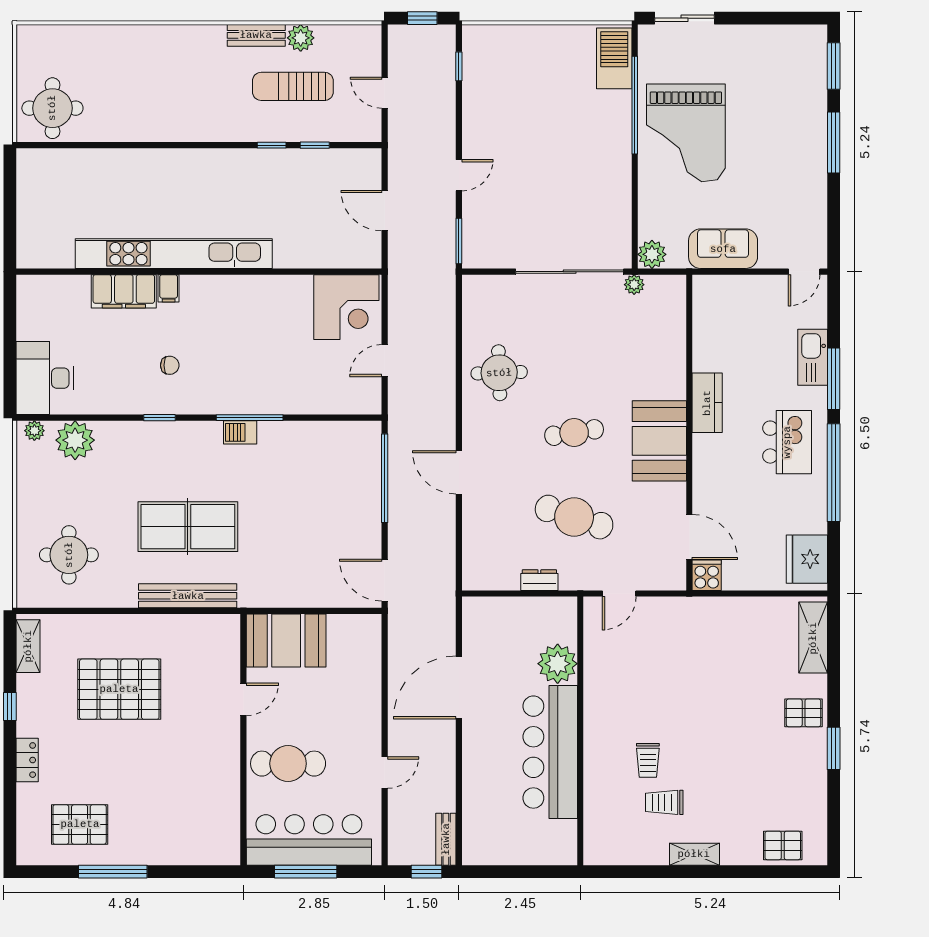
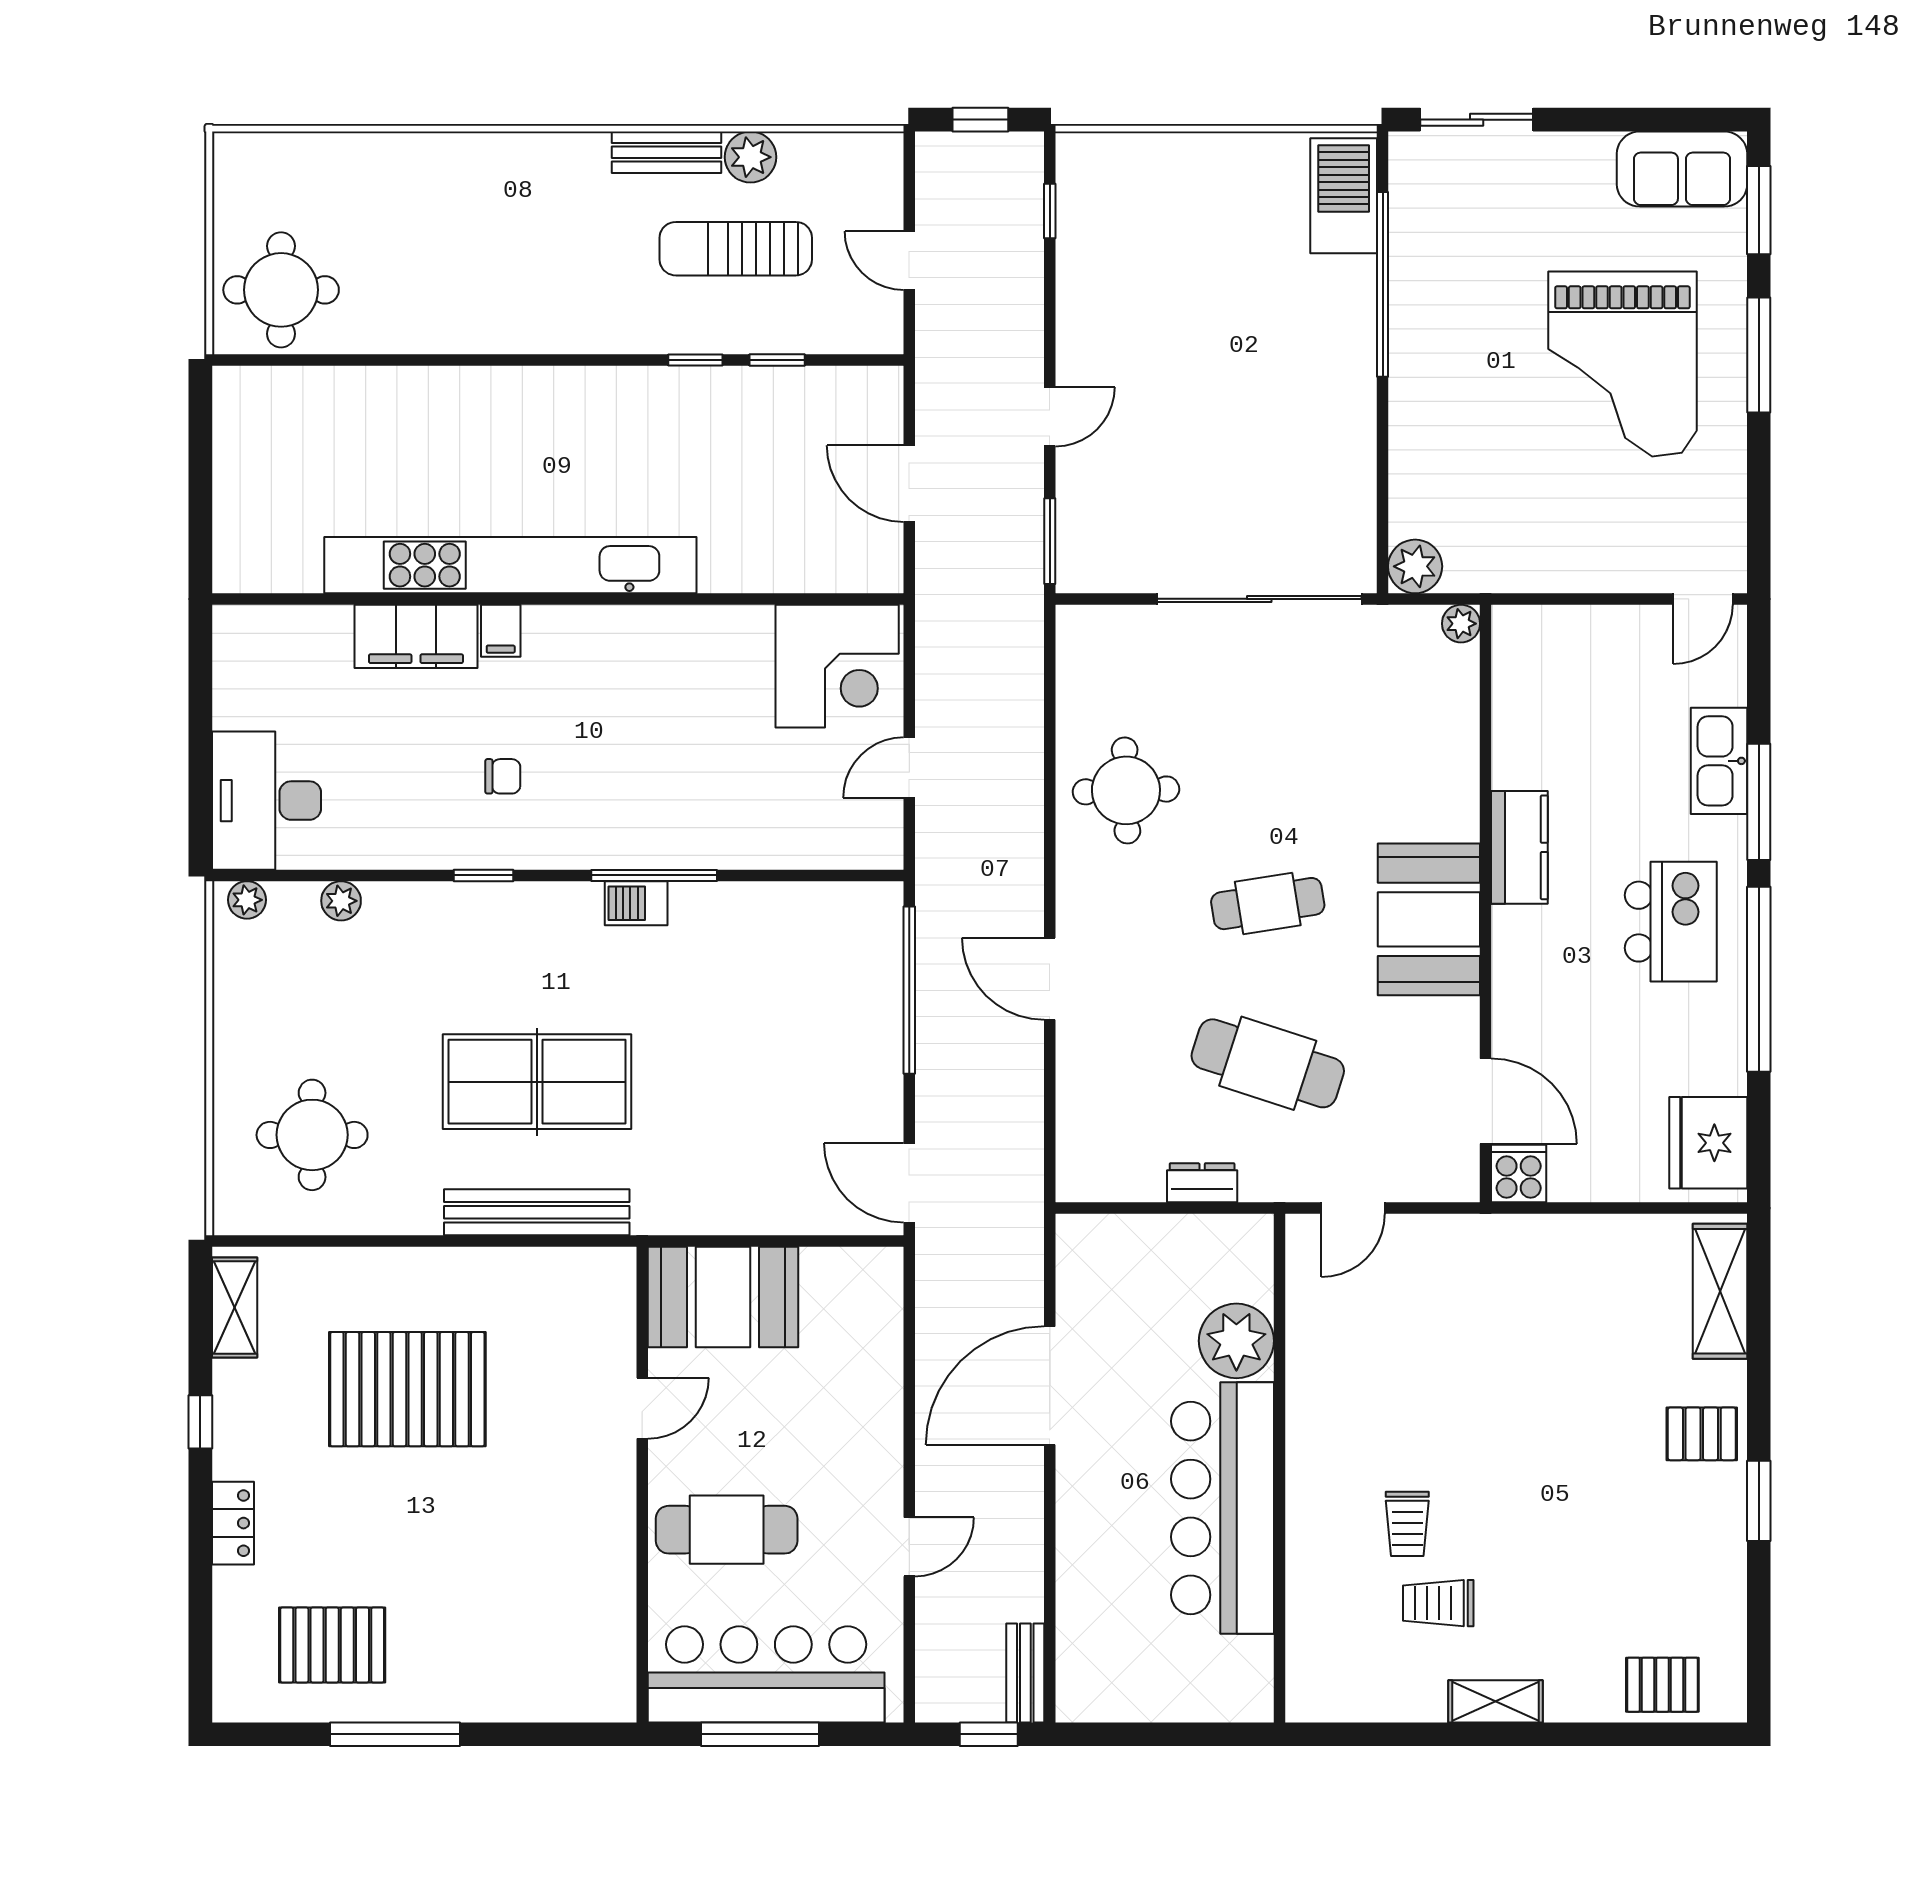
grand piano: (686, 133) -> (1622, 364), moved
sofa: (723, 249) -> (1682, 169), moved, turned 180
plant: (634, 285) -> (1461, 624), moved
plant: (75, 440) -> (341, 901), width x0.53, depth x0.53

